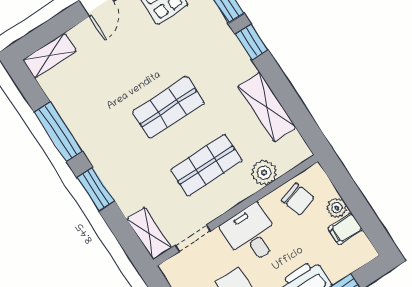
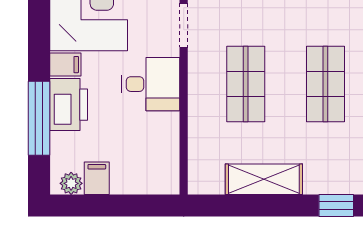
plant: (264, 173) -> (202, 135), removed
chair: (298, 199) -> (155, 151), removed
plant: (337, 208) -> (71, 183), moved

